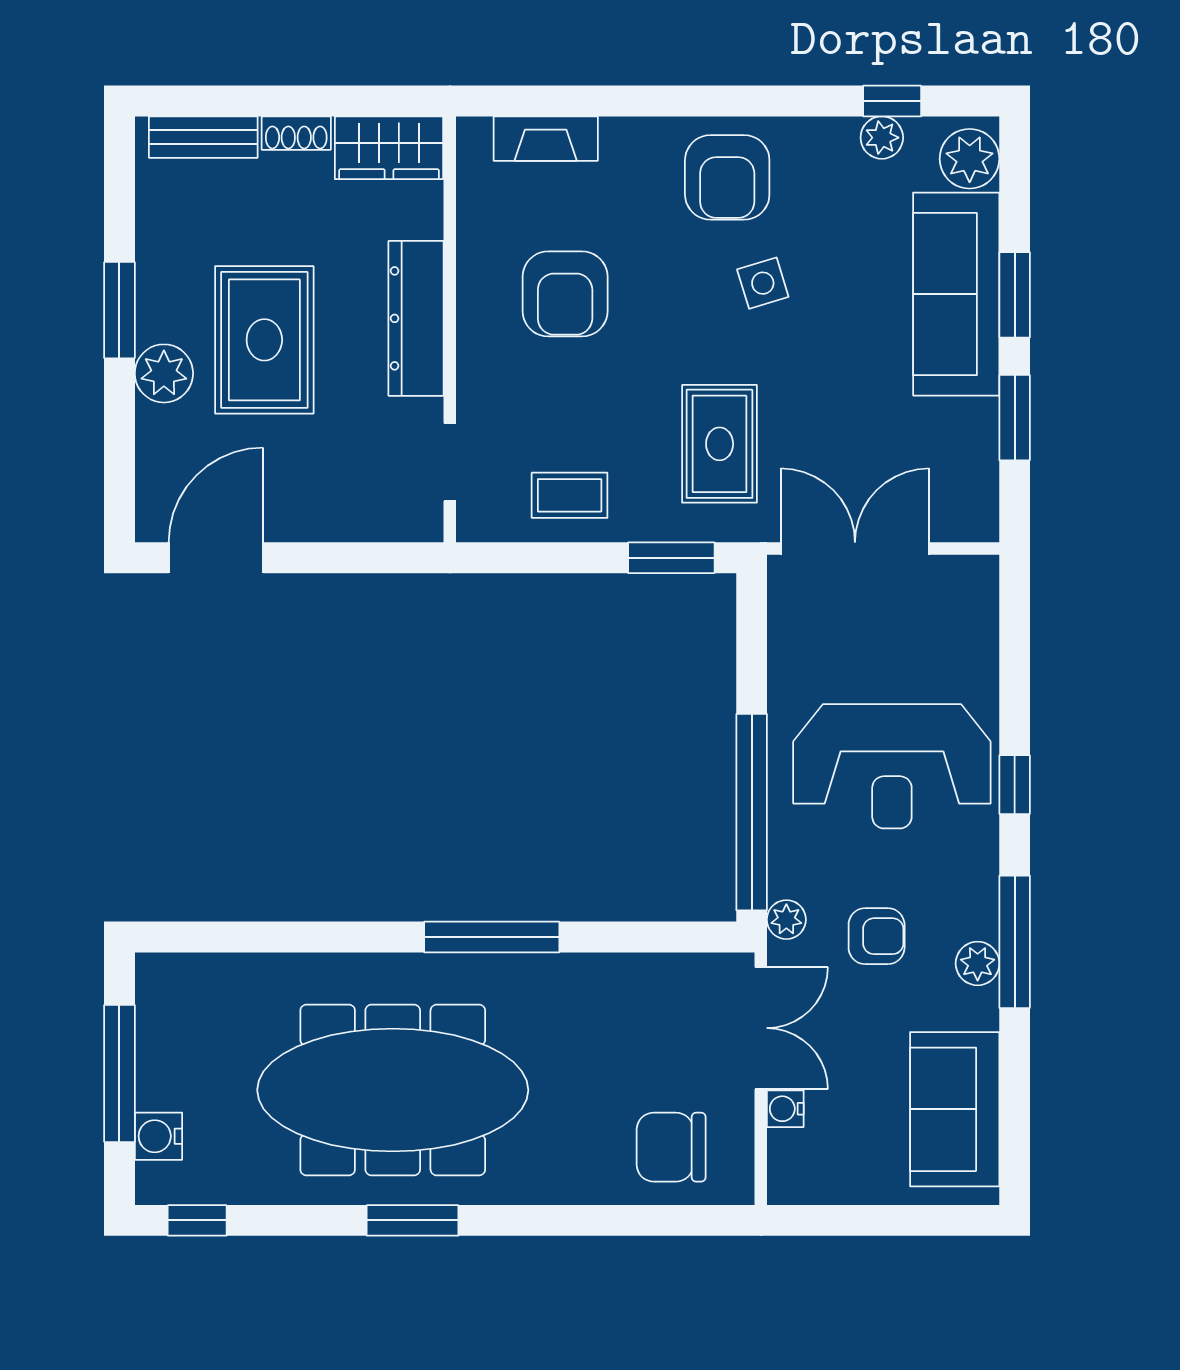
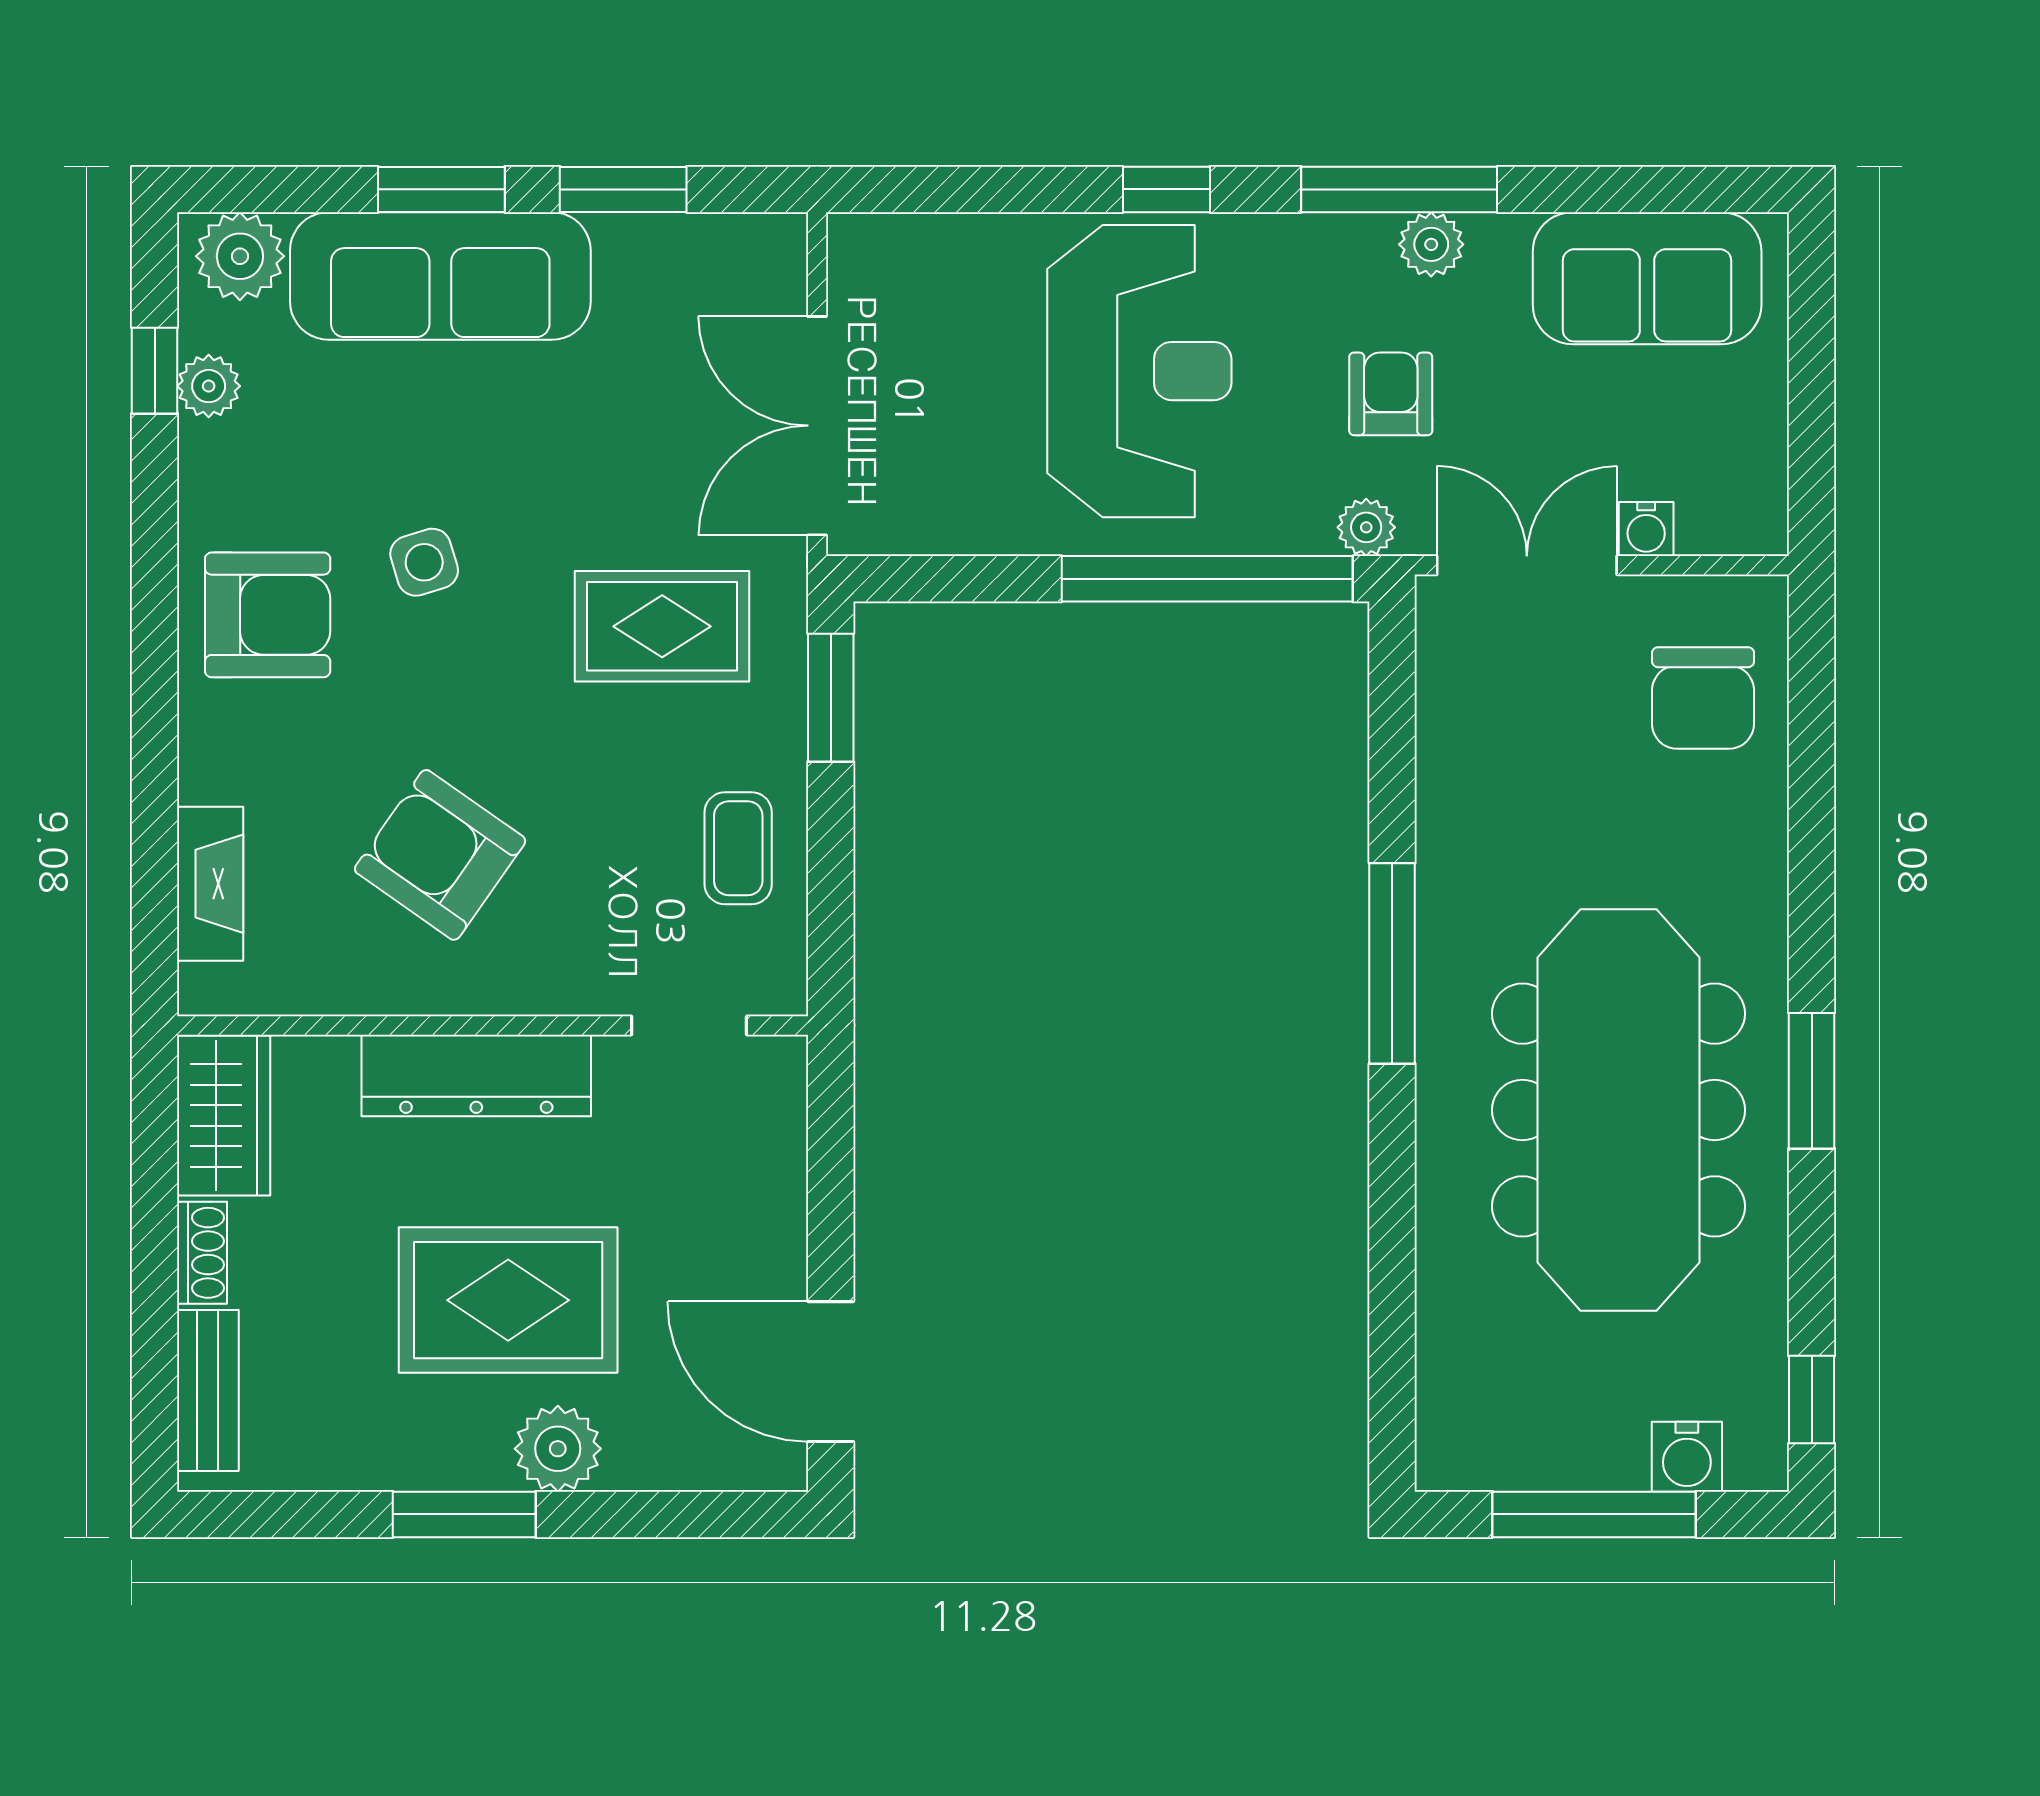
armchair: (565, 294) -> (440, 855), turned -145

